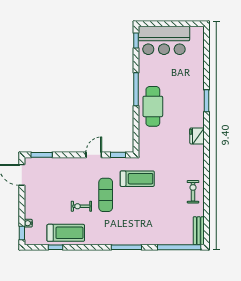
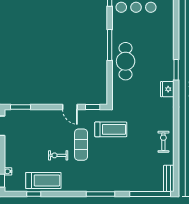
window: (206, 101) -> (176, 70), moved
door: (94, 155) -> (70, 107), swing flipped

